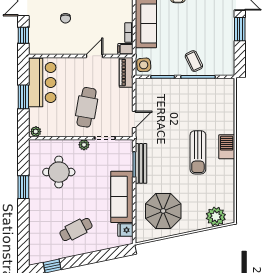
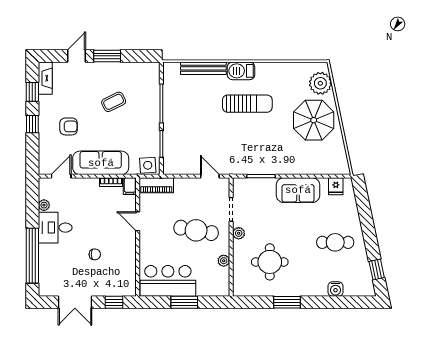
coffee table: (194, 61) -> (114, 102), moved
plant: (36, 132) -> (224, 261), moved
bench: (141, 163) -> (203, 68), moved
sofa: (122, 197) -> (298, 190), width x0.73
parasol: (163, 211) -> (314, 120), moved
water cooler: (35, 230) -> (336, 289), added
cafe table: (76, 230) -> (335, 242), turned -63

